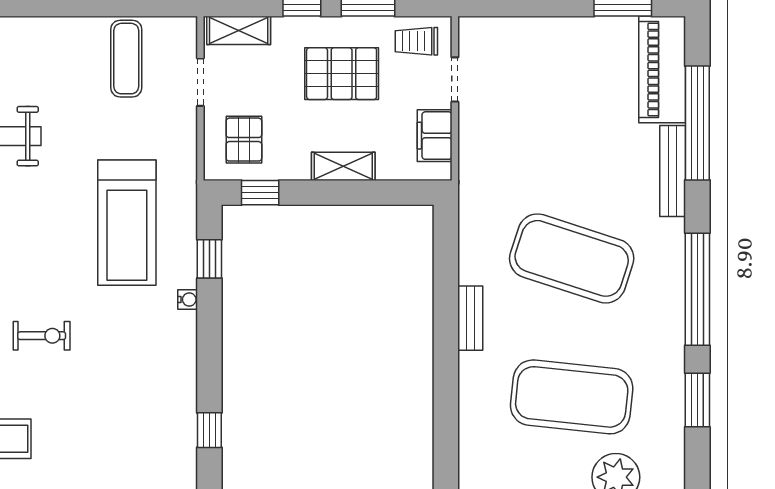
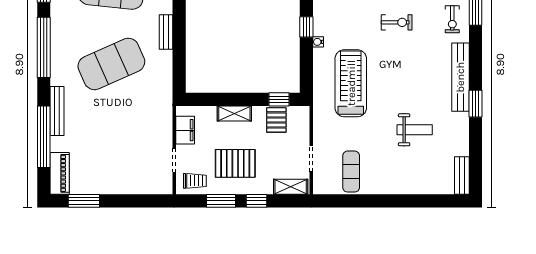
piano: (662, 69) -> (60, 173), width x0.73, depth x0.75
pallet: (244, 140) -> (276, 120), moved
exercise mat: (572, 258) -> (111, 64), turned -42
window: (209, 259) -> (306, 27), moved
exercise bike: (42, 336) -> (397, 22), turned 180

